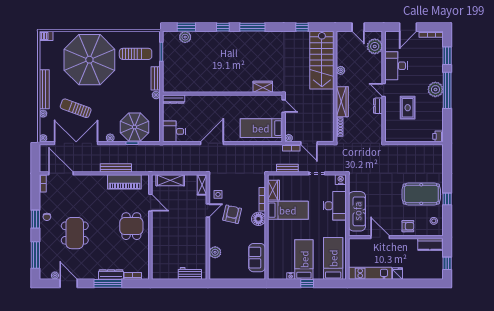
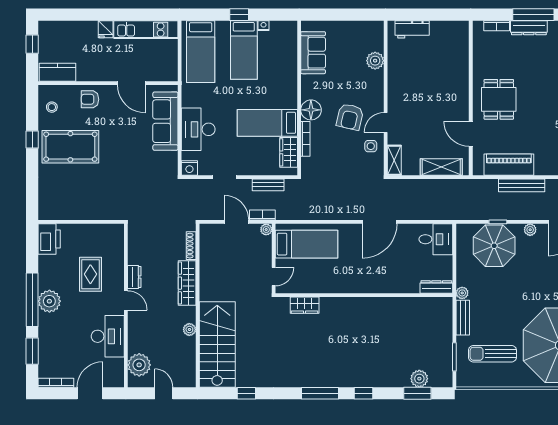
door: (284, 106) -> (274, 277), swing flipped
printer: (438, 136) -> (49, 239), width x1.87, depth x1.48

